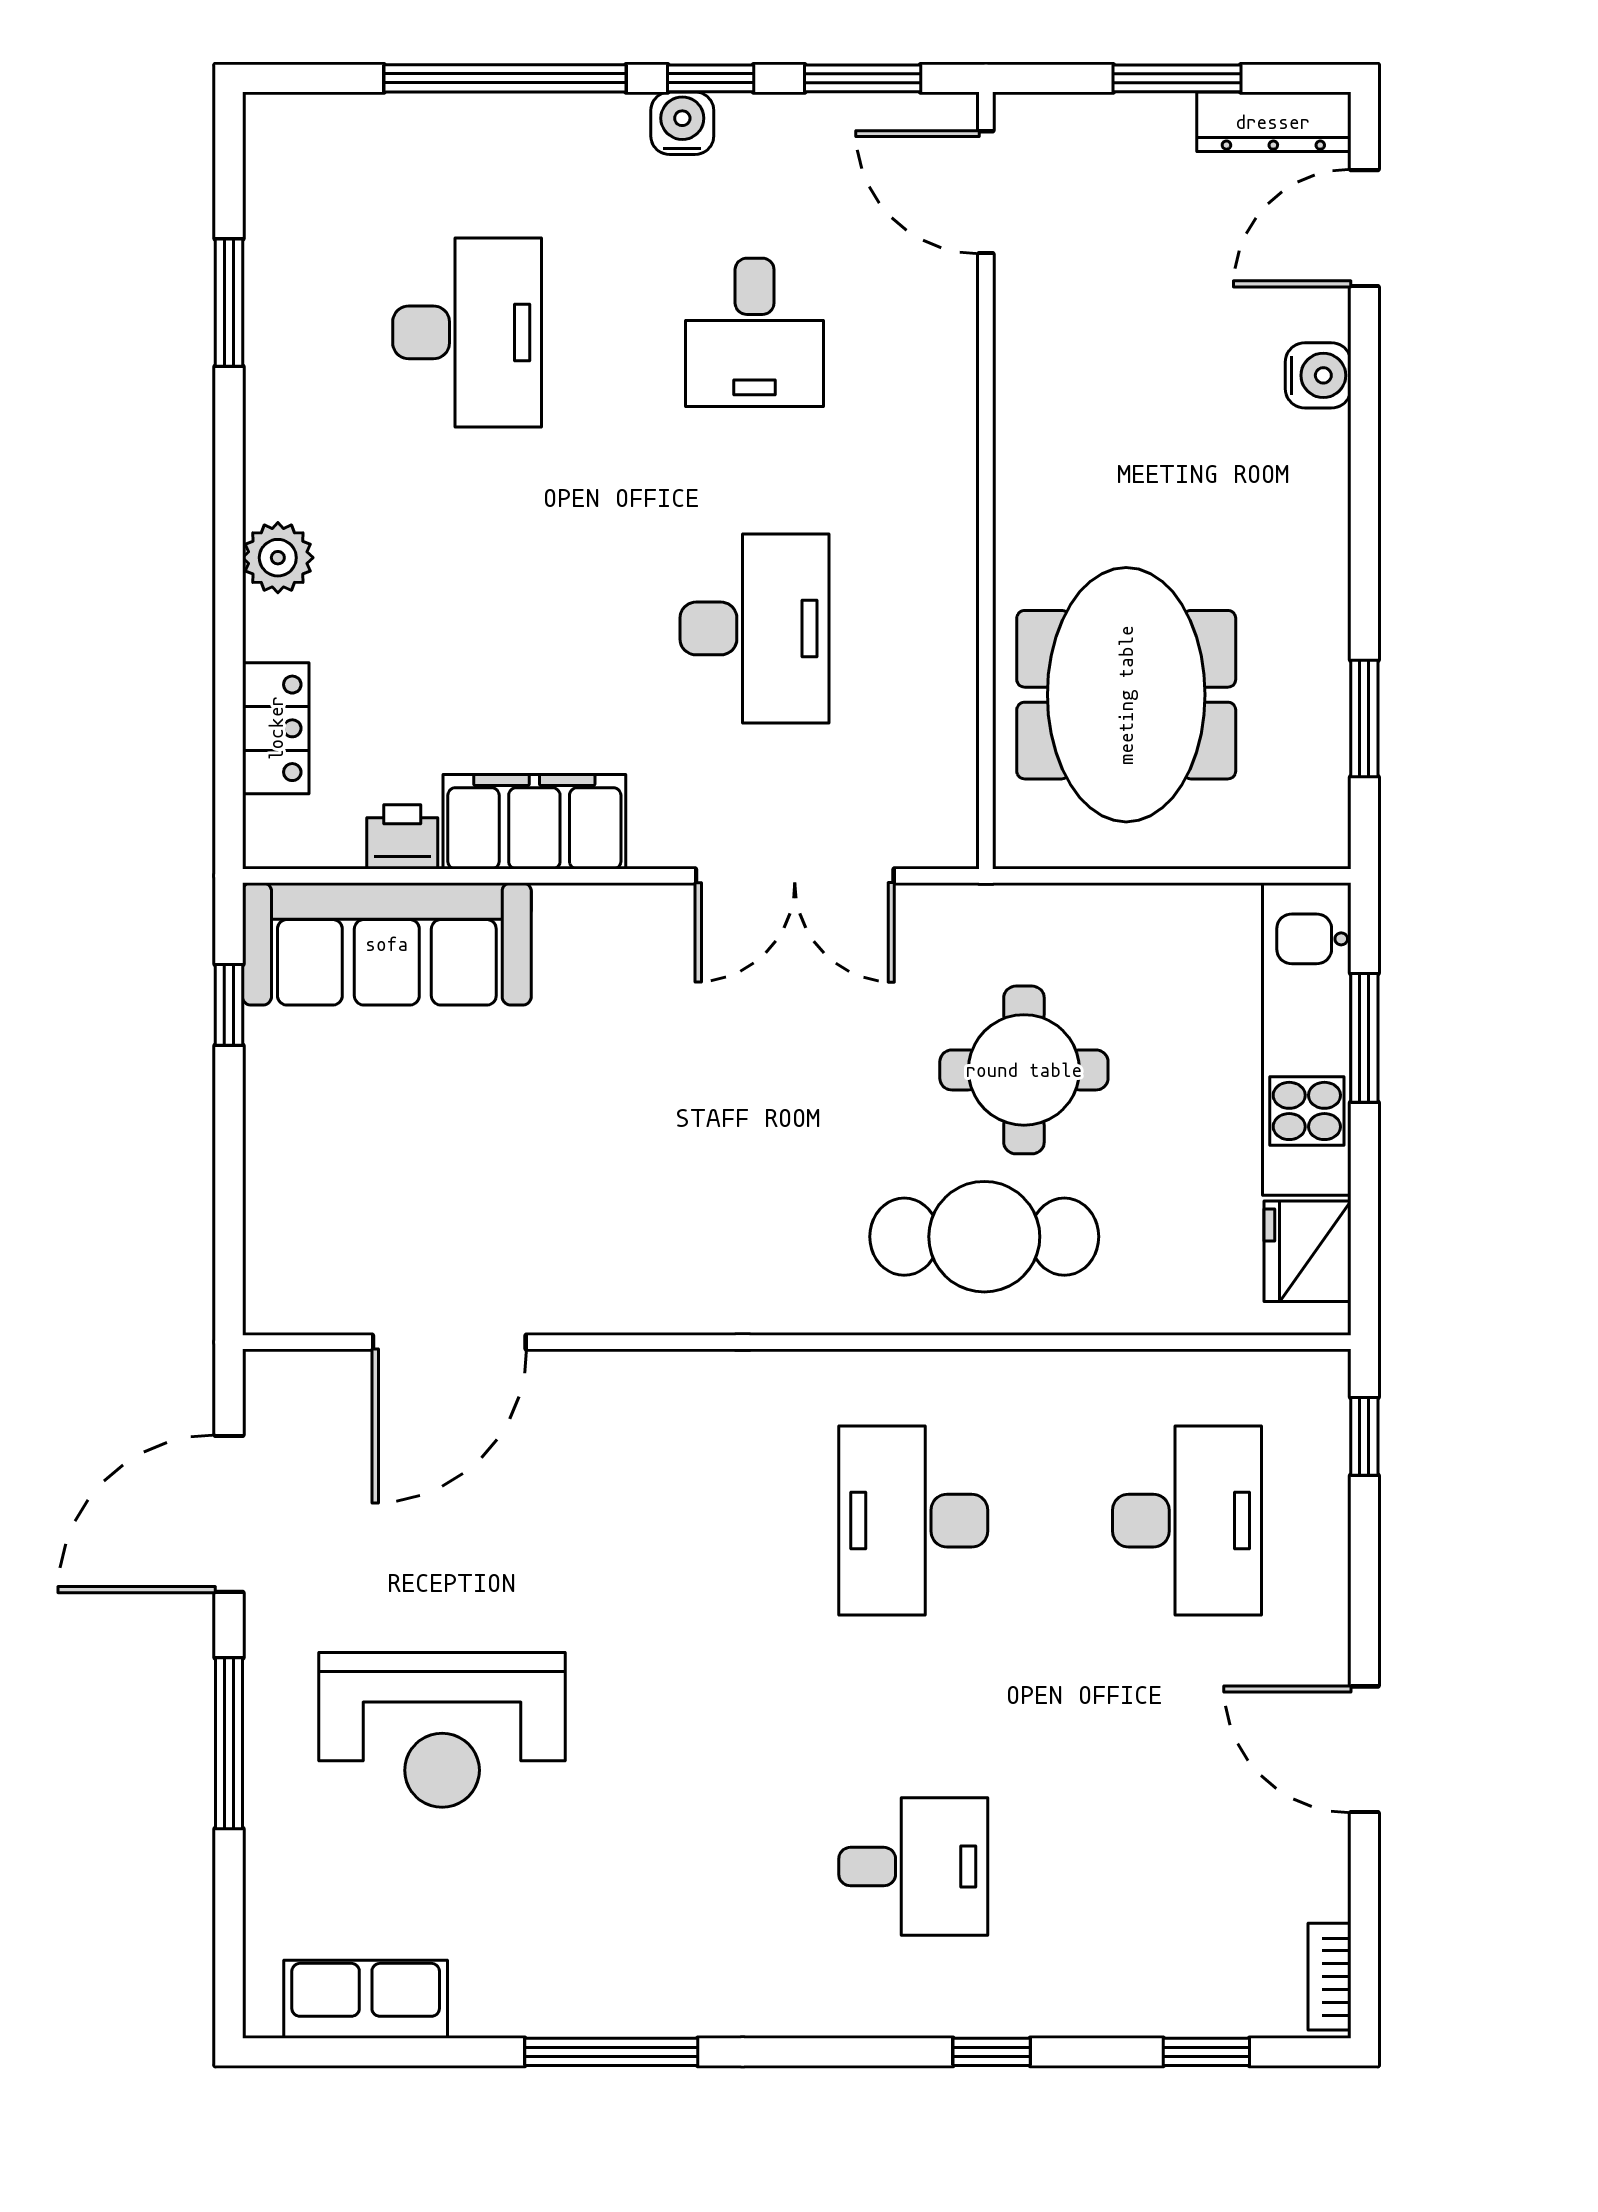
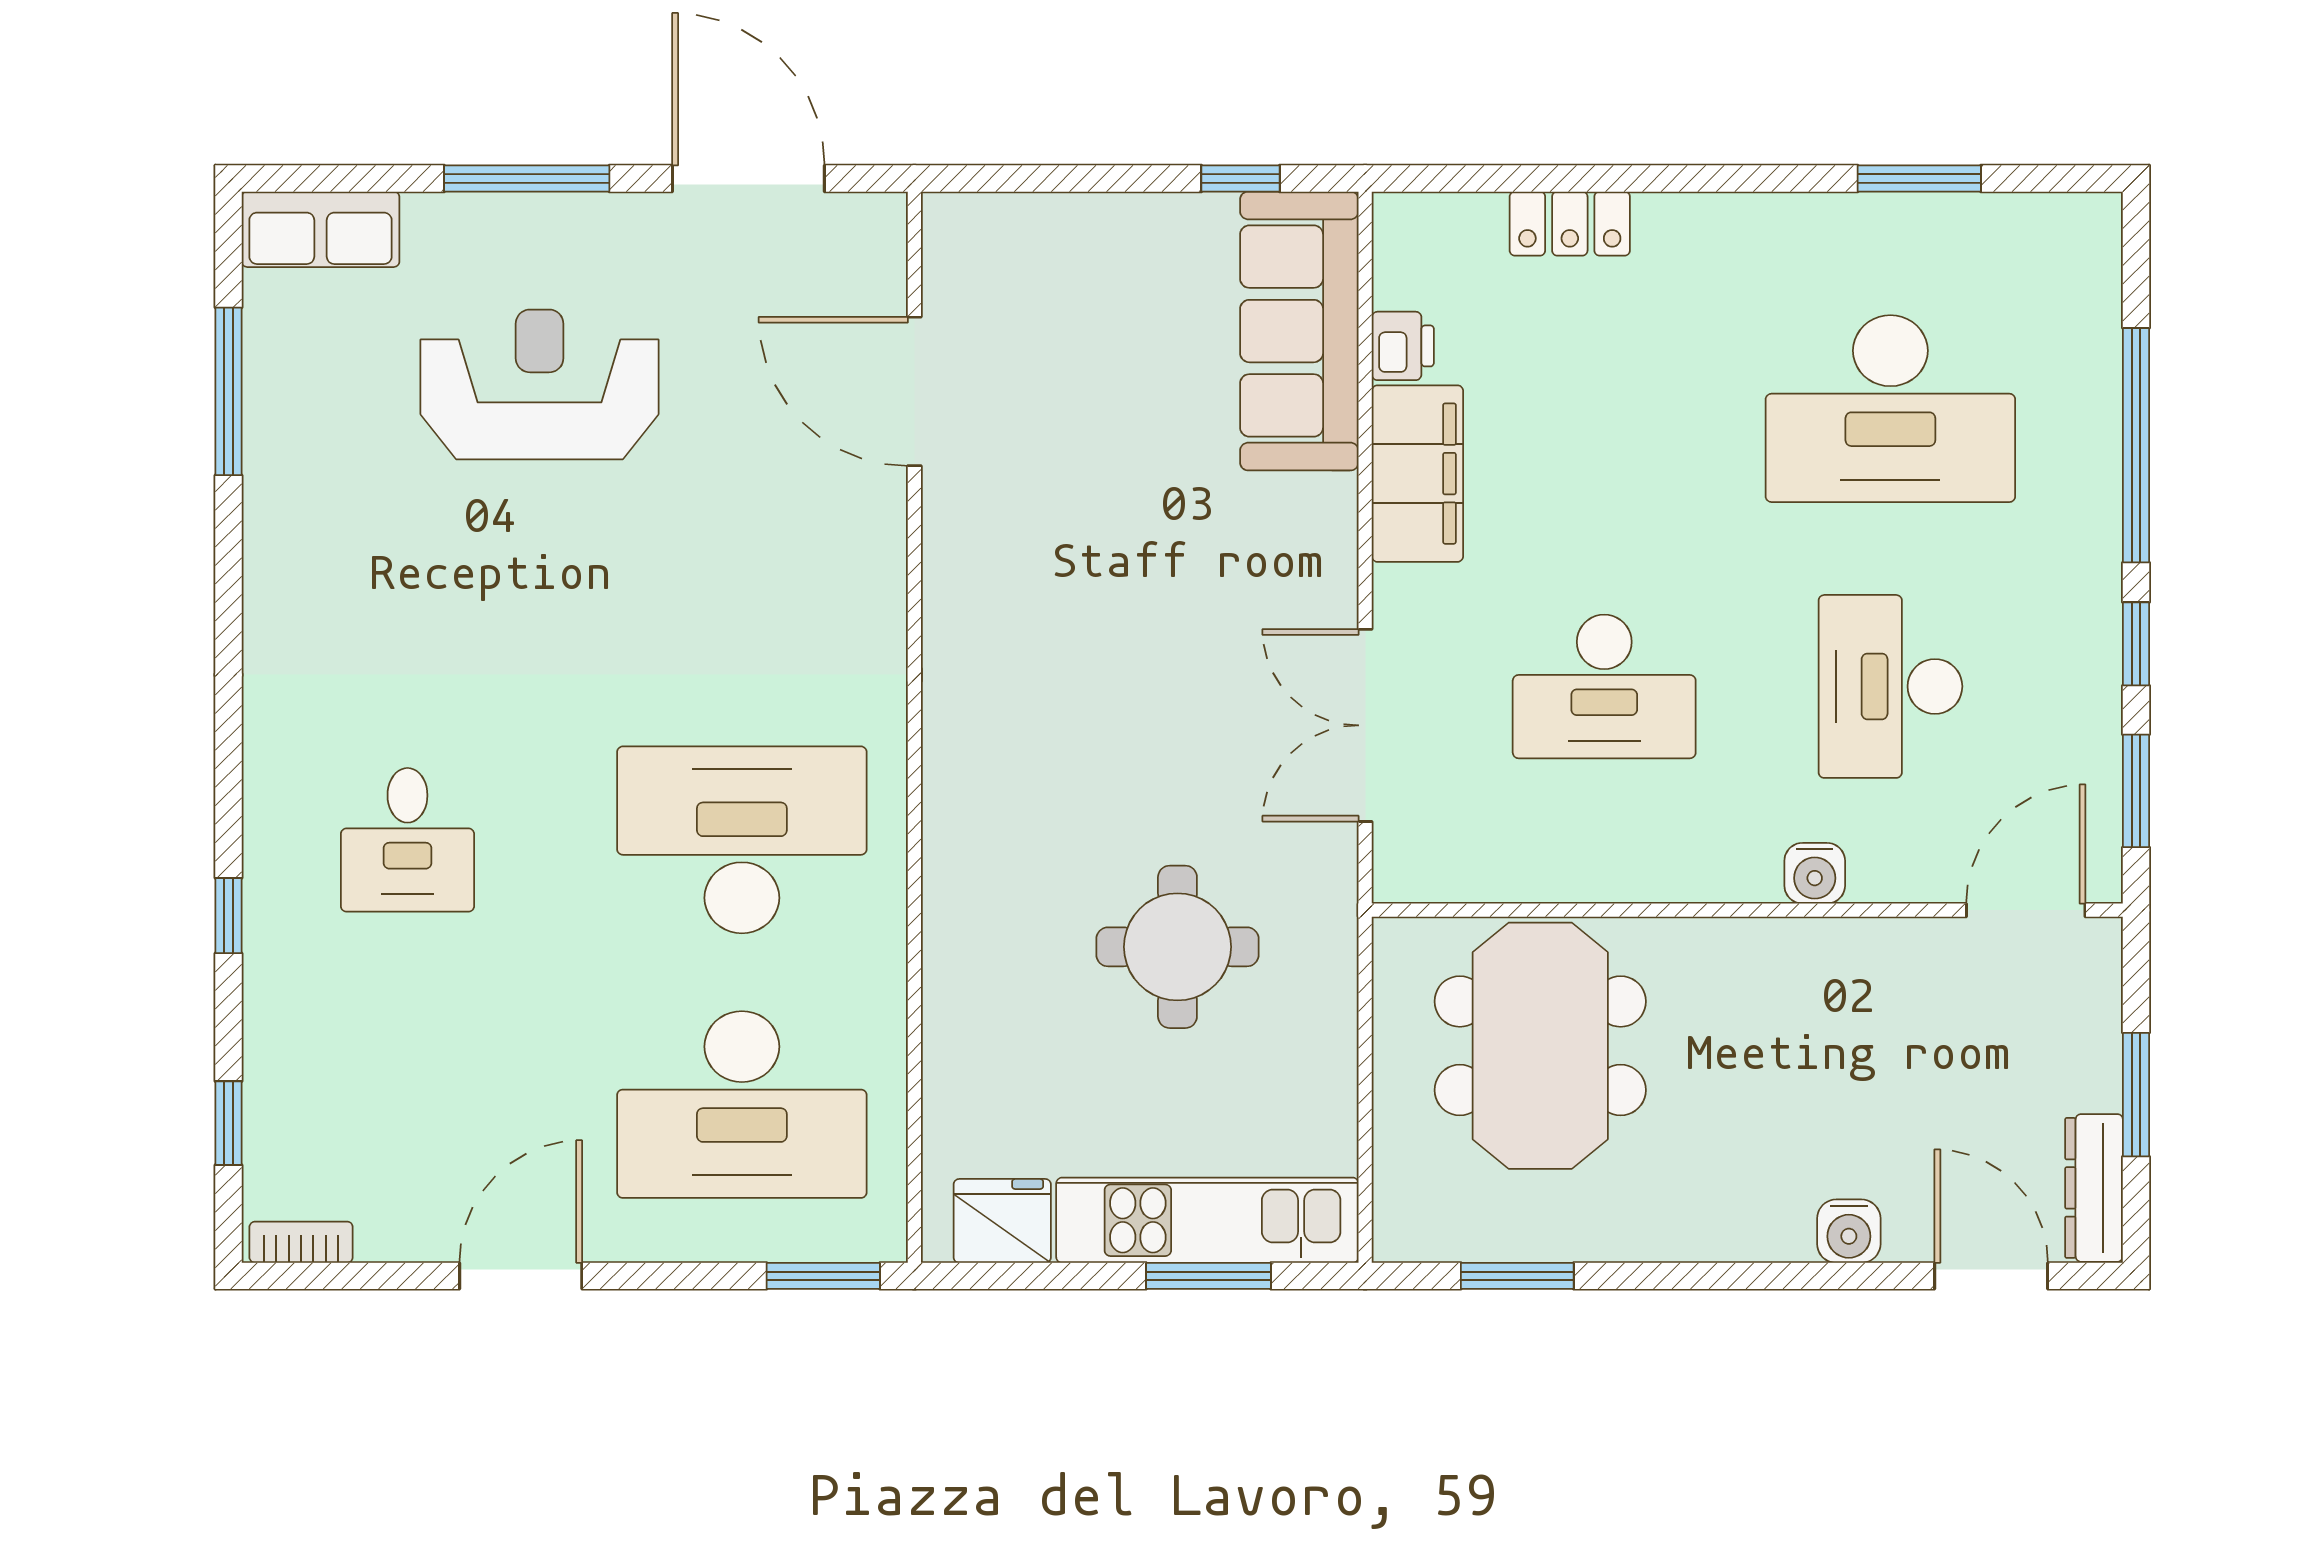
water cooler: (682, 123) -> (1815, 873), moved, turned 90
desk: (467, 332) -> (1890, 409), width x1.36, depth x1.30
desk: (755, 332) -> (1890, 686), width x1.37
plant: (278, 558) -> (1673, 226), removed
meeting table: (1126, 695) -> (1540, 1046), turned 90
locker: (276, 728) -> (1570, 224), moved
cafe table: (984, 1237) -> (1016, 909), removed
window: (1364, 1436) -> (823, 1276), width x1.50
desk: (913, 1521) -> (742, 840), width x1.36, depth x1.30
desk: (1187, 1521) -> (742, 1104), width x1.36, depth x1.30
reception desk: (442, 1730) -> (540, 384), turned 90
row of seats: (366, 1999) -> (320, 229), moved, turned 90
window: (611, 2052) -> (228, 391), moved

